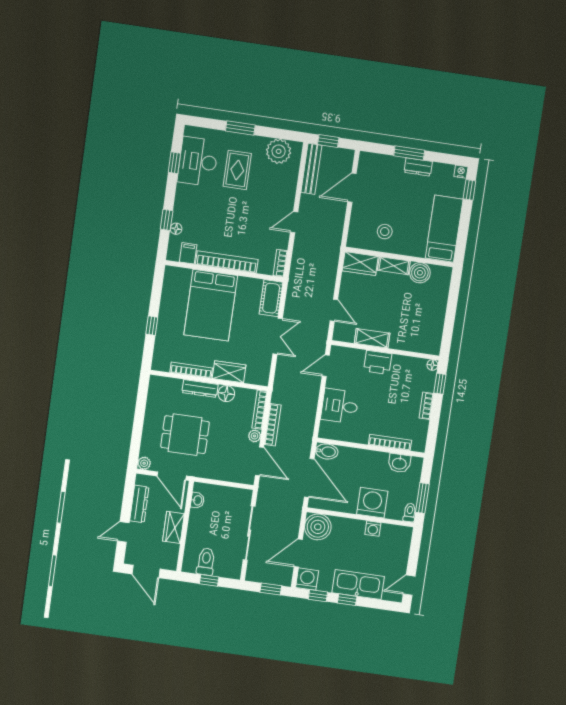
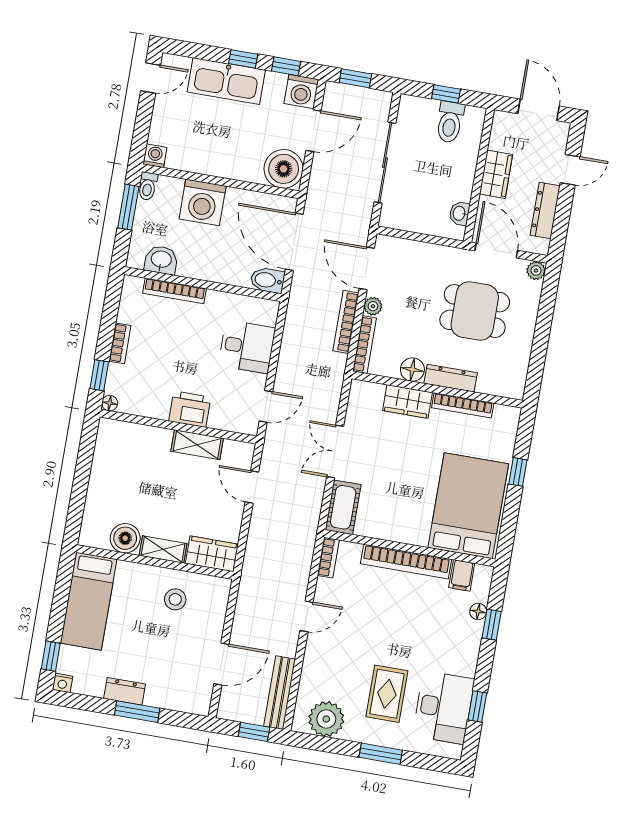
bed: (211, 305) -> (468, 506), moved
washing machine: (373, 529) -> (155, 156), moved

